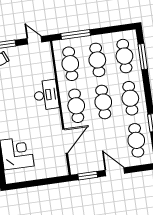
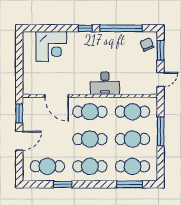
window: (76, 35) -> (161, 131), moved

